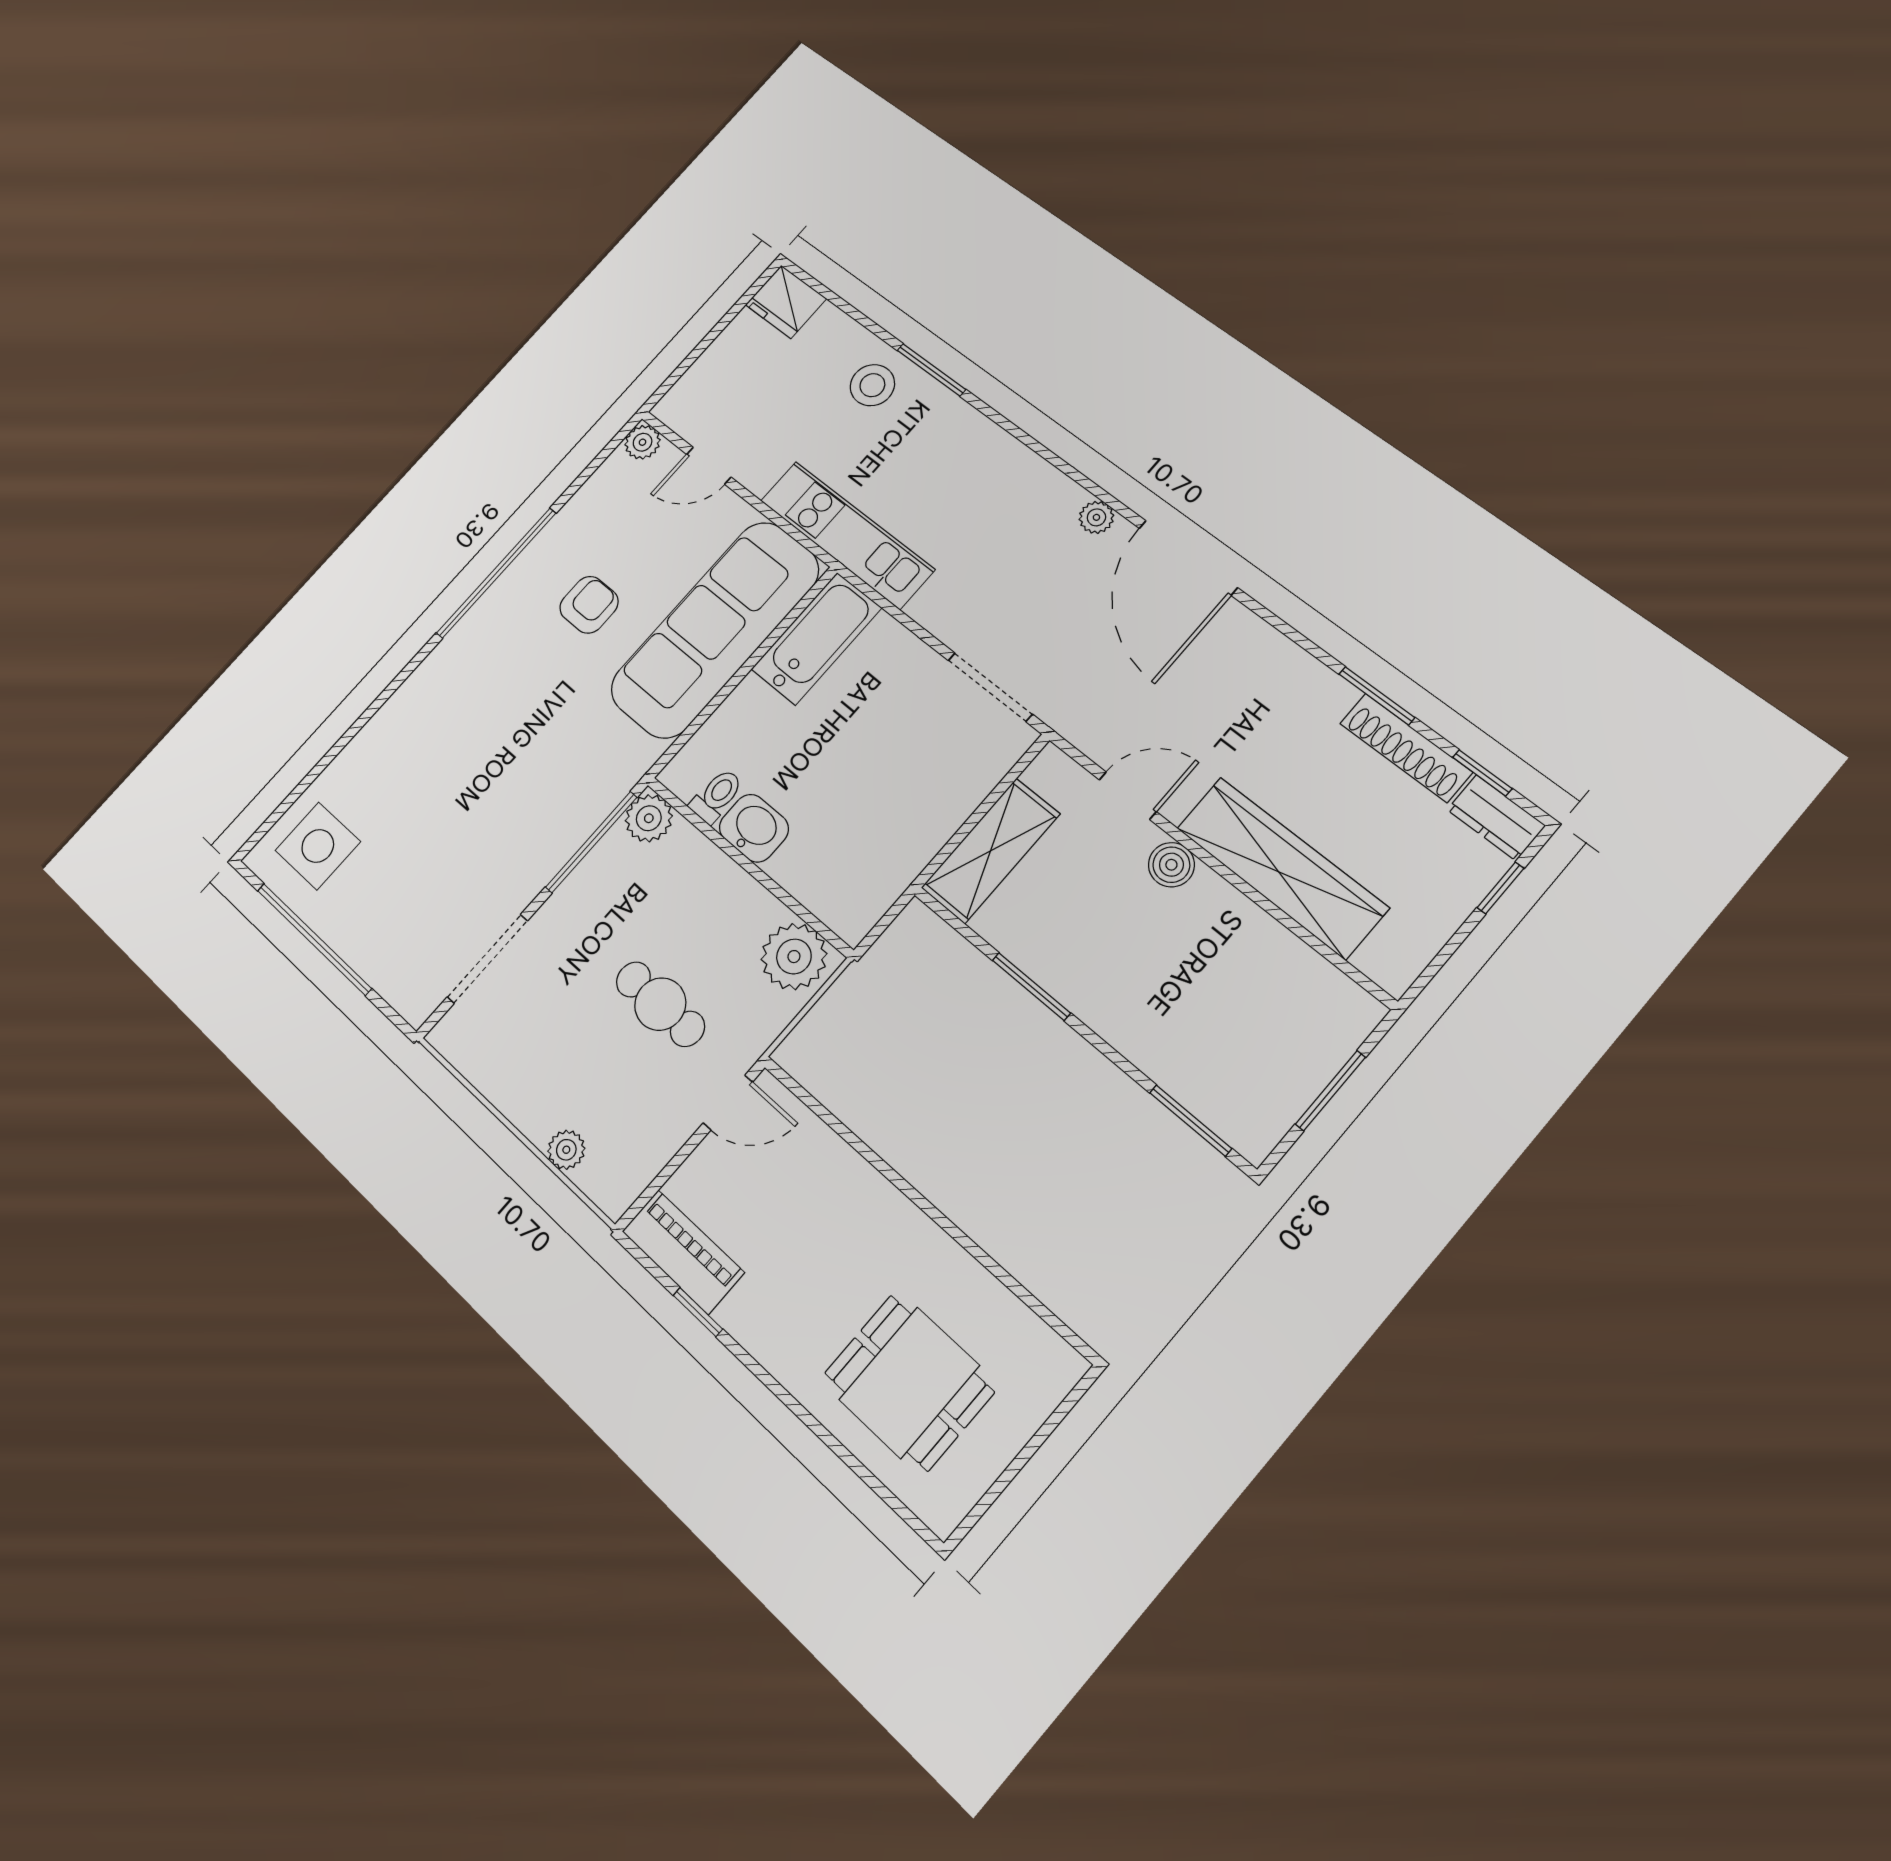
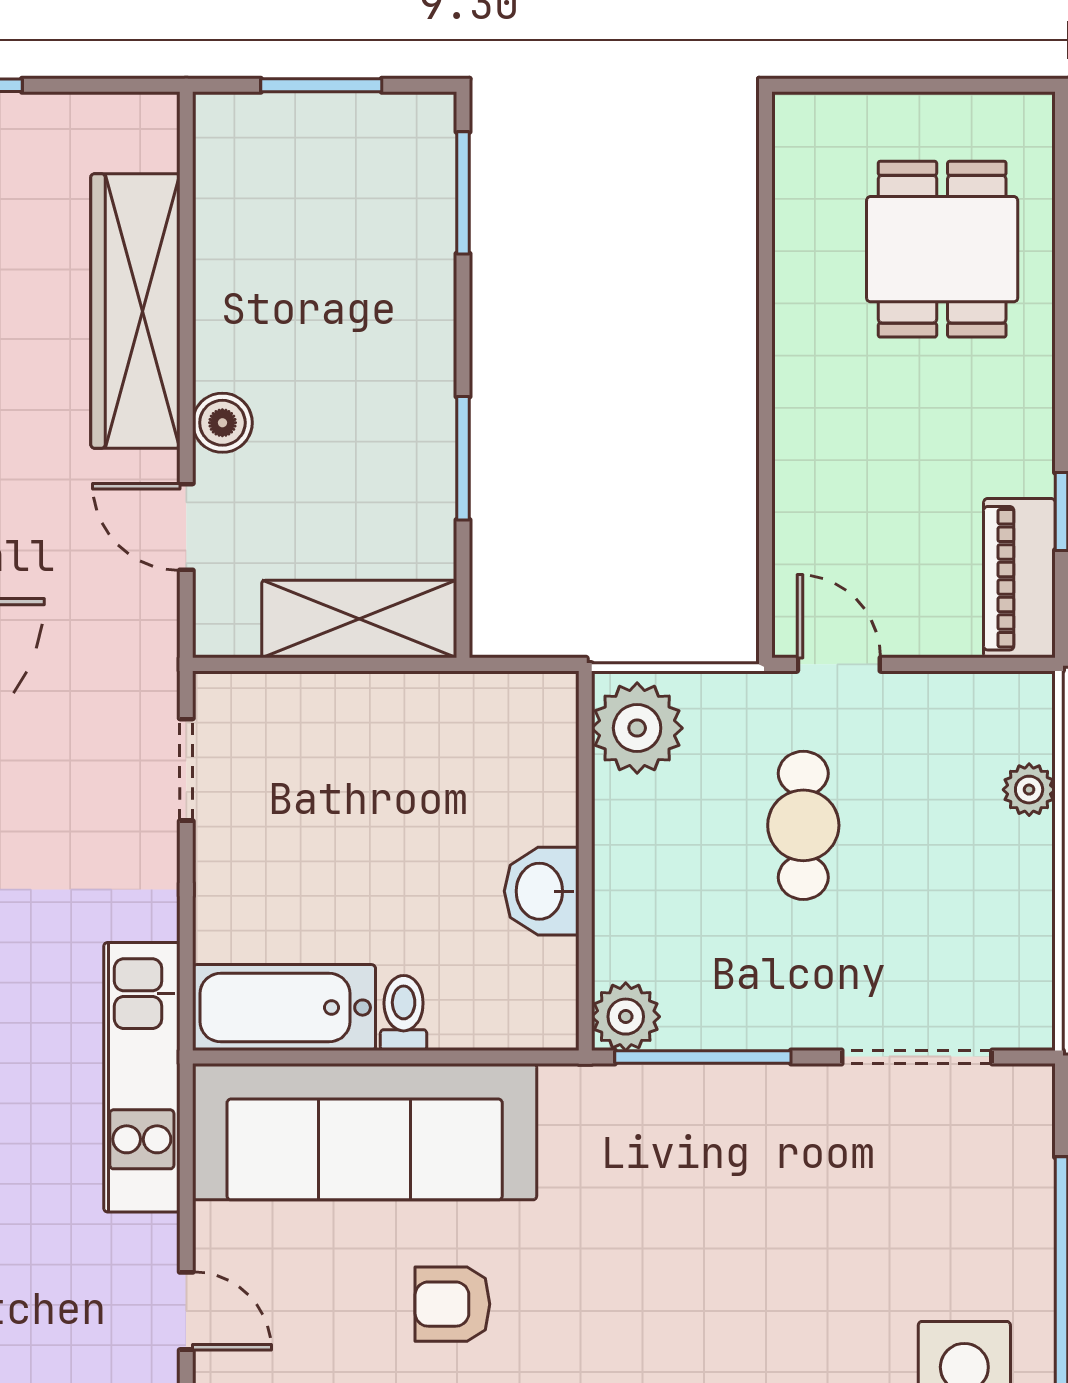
doorway: (990, 687) -> (186, 770), width x0.73
toilet: (717, 796) -> (404, 1013), moved, turned 90

